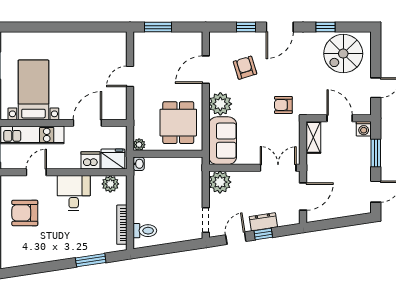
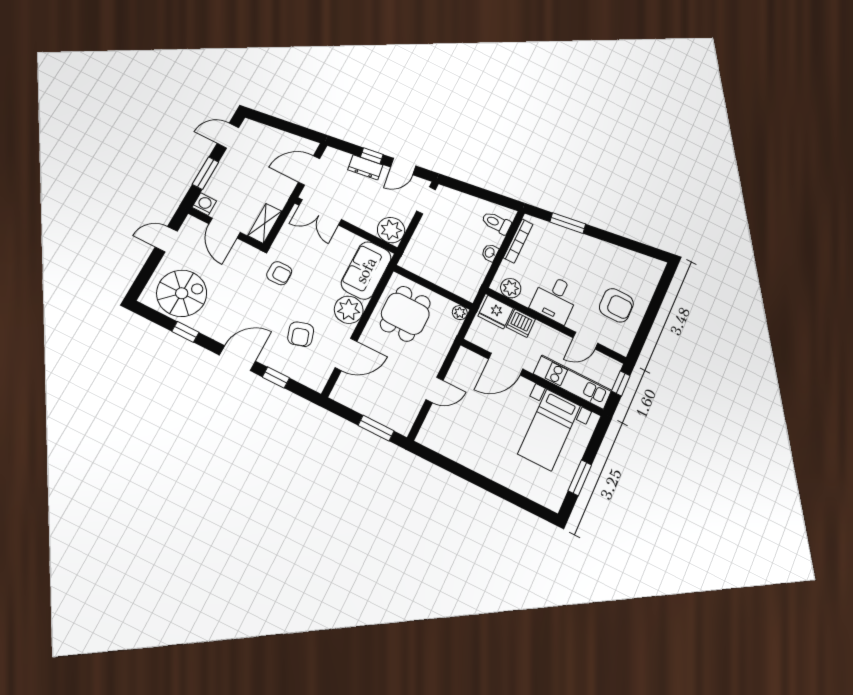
washbasin: (139, 164) -> (490, 253), moved

